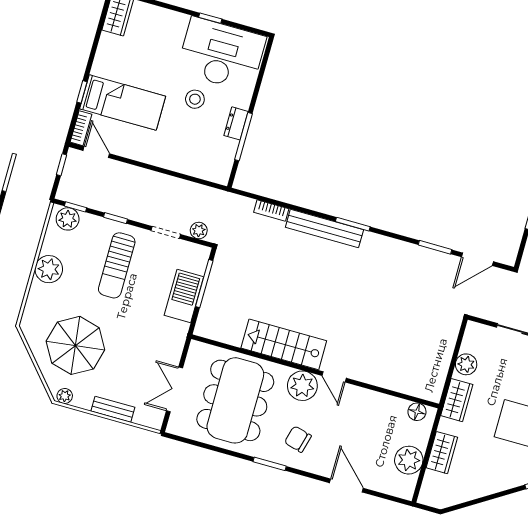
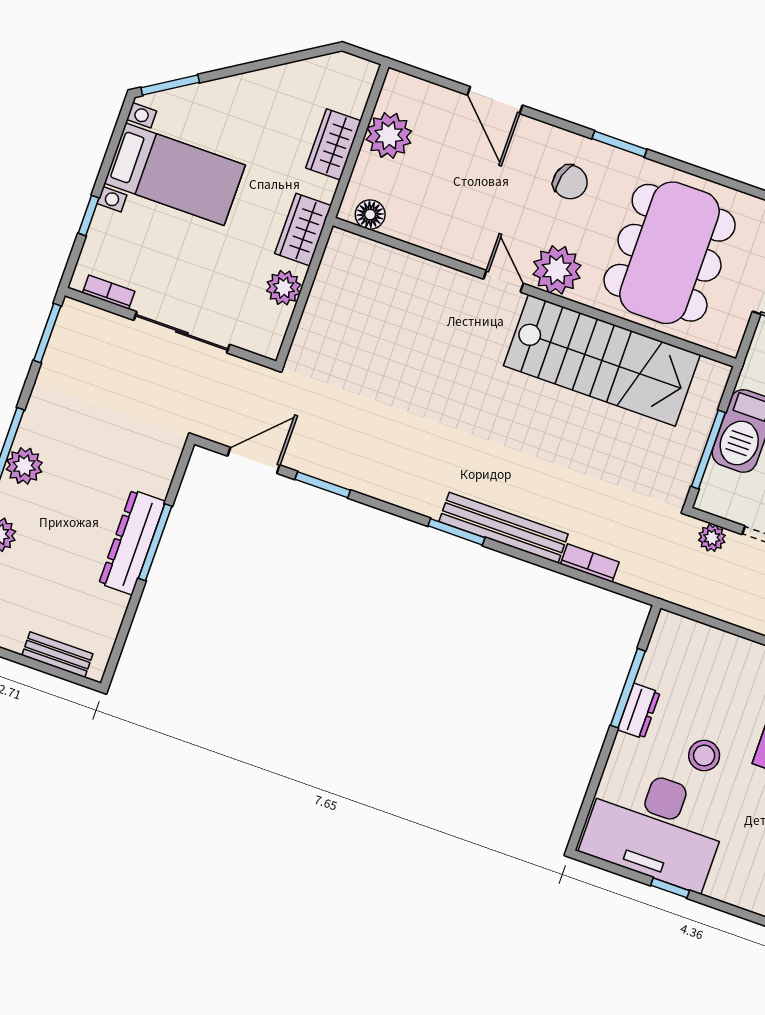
stairs: (284, 344) -> (602, 360), width x1.36, depth x1.51

